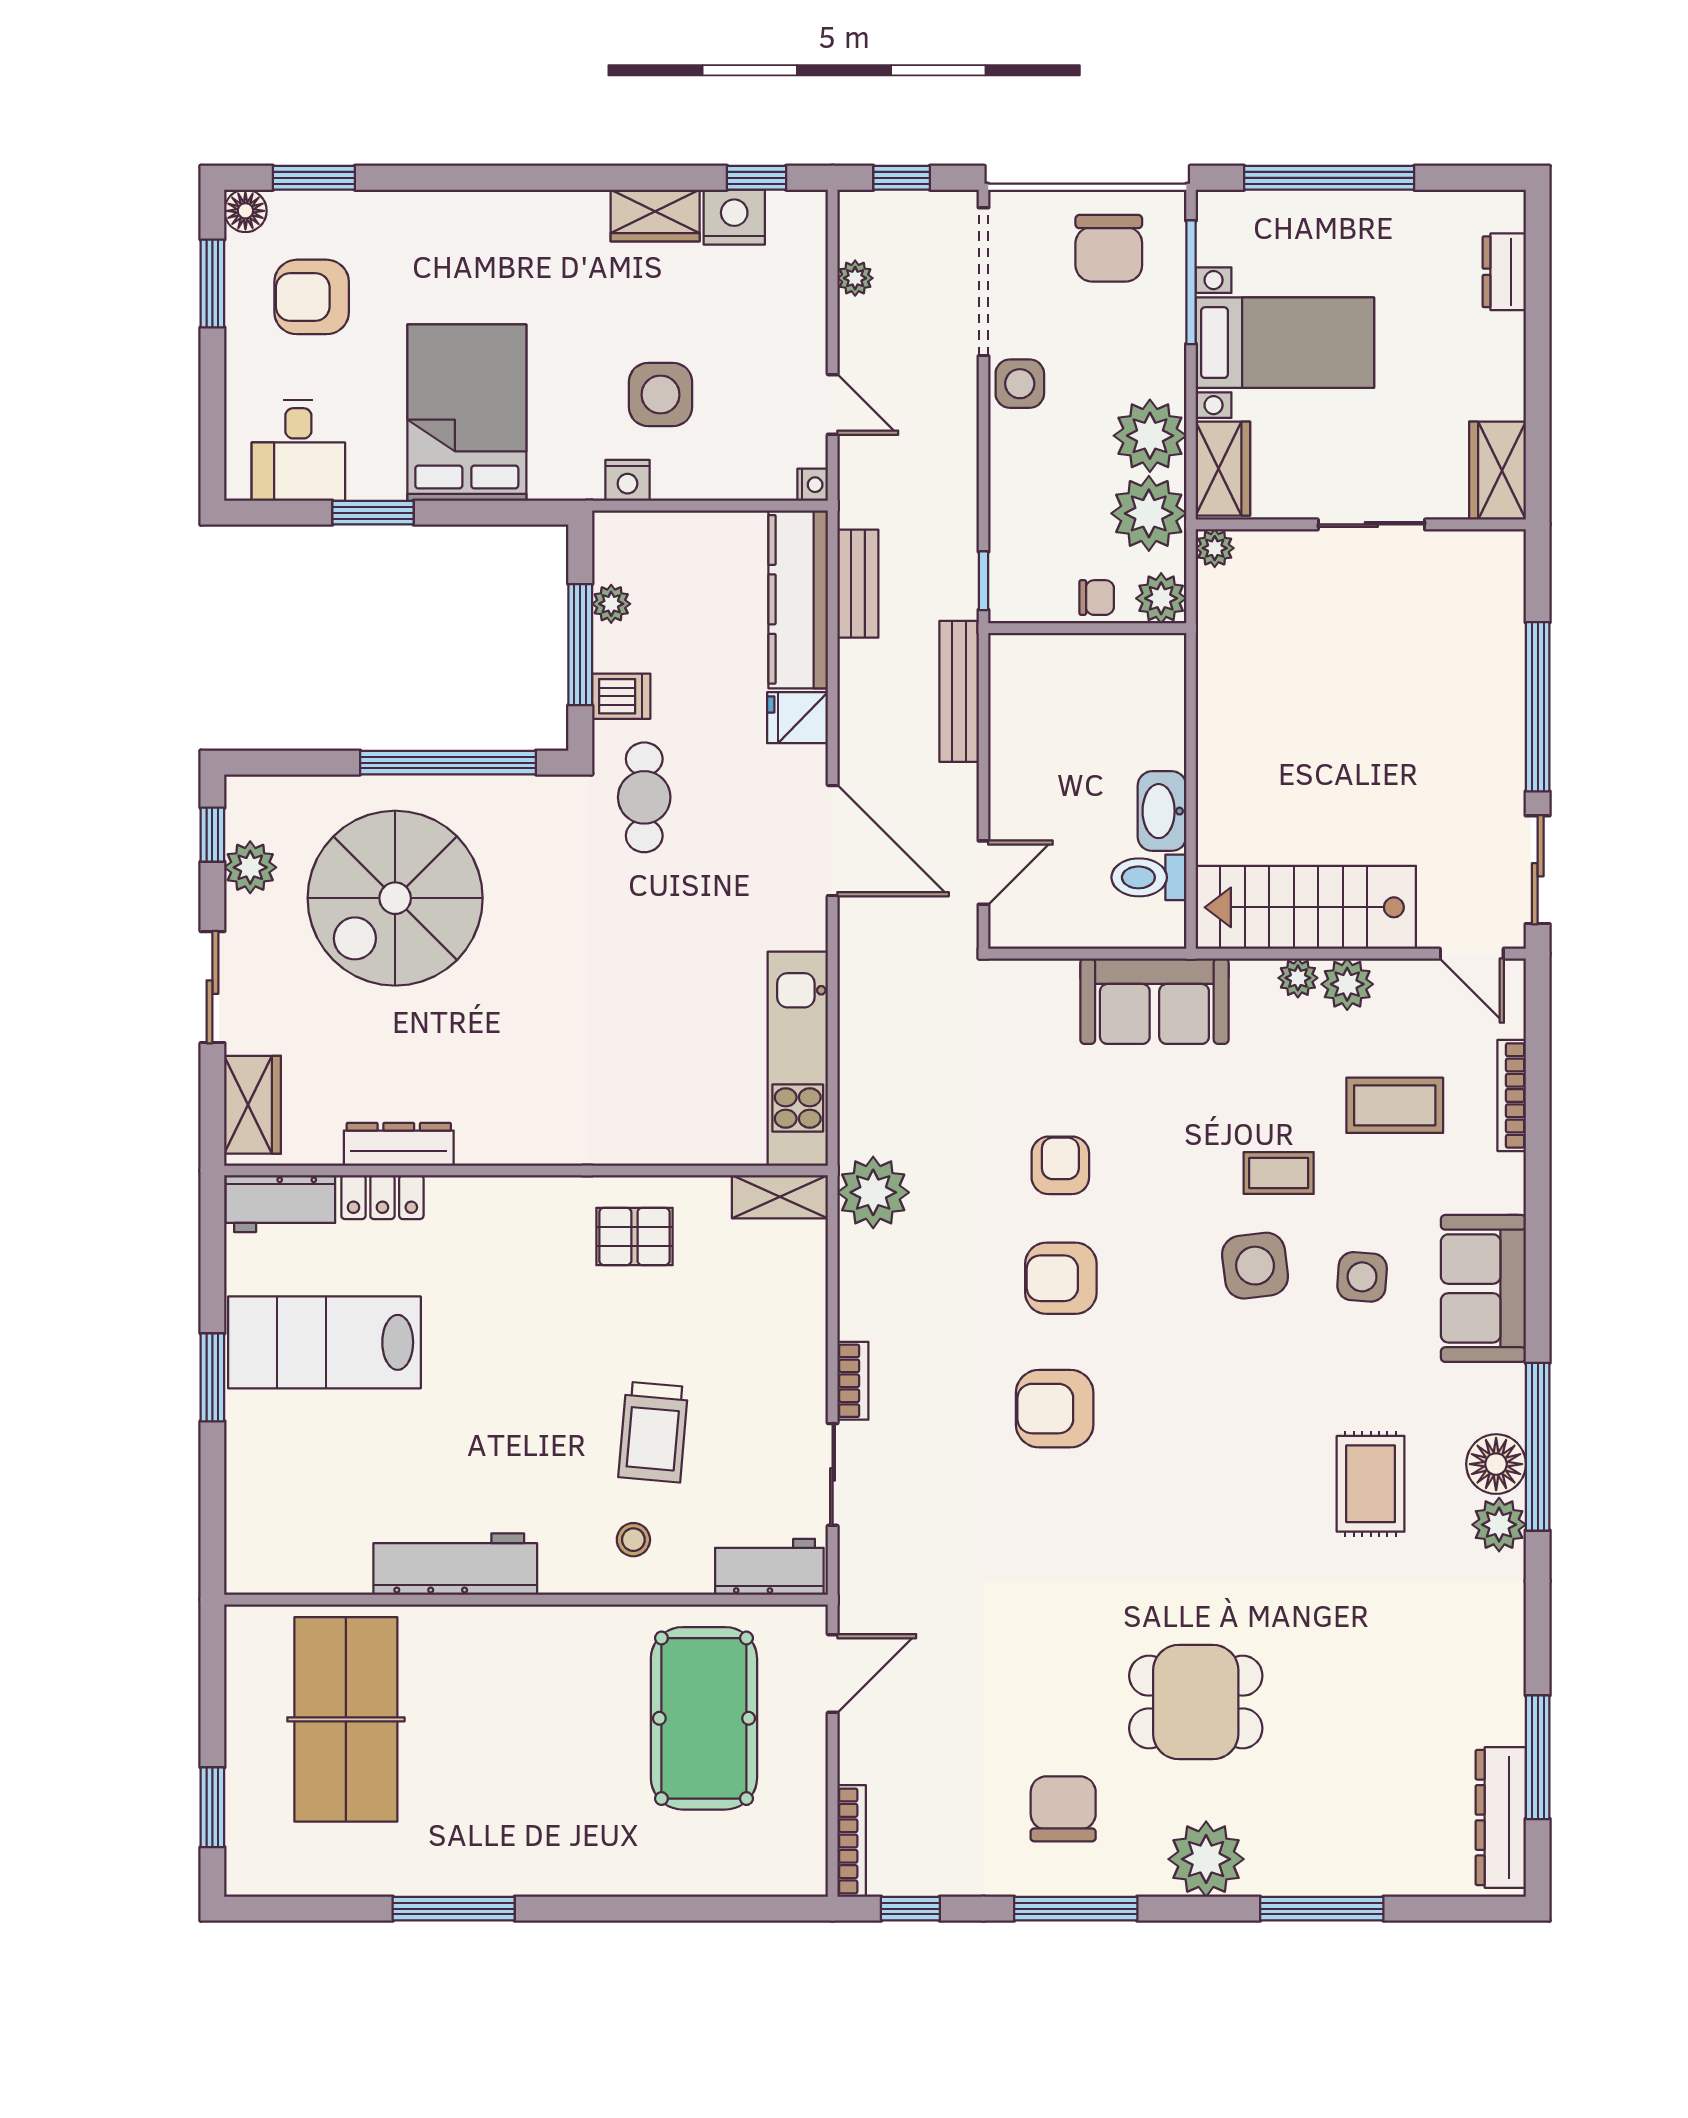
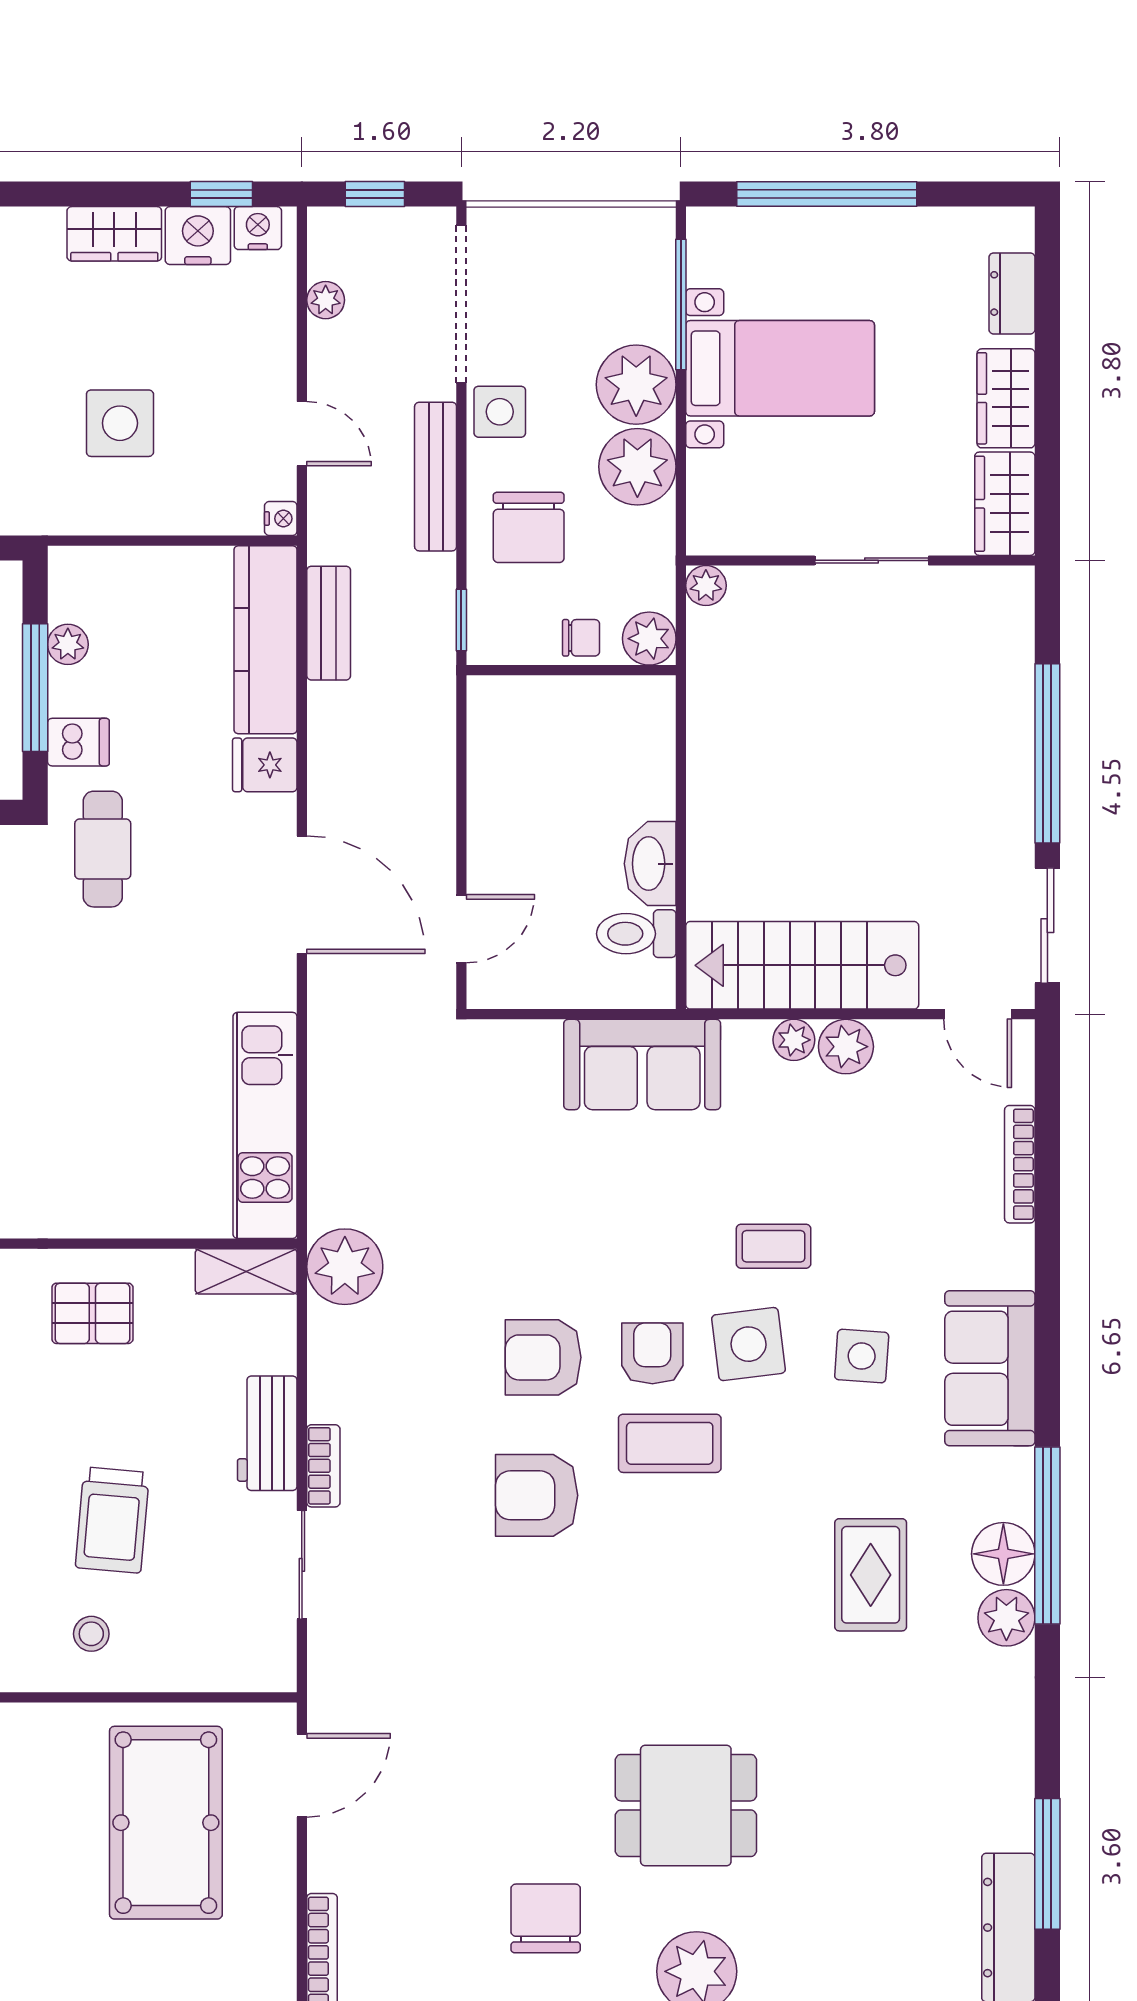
chair: (1109, 248) -> (529, 527), moved
wardrobe: (1223, 469) -> (1006, 398), moved, turned 180
nightstand: (627, 480) -> (258, 228), moved, turned 180
plant: (1149, 513) -> (636, 385), moved
bench: (959, 691) -> (436, 477), moved
coffee table: (1395, 1105) -> (670, 1443), moved
armchair: (1060, 1165) -> (652, 1353), moved
workbench: (769, 1567) -> (267, 1433), moved, turned -90

